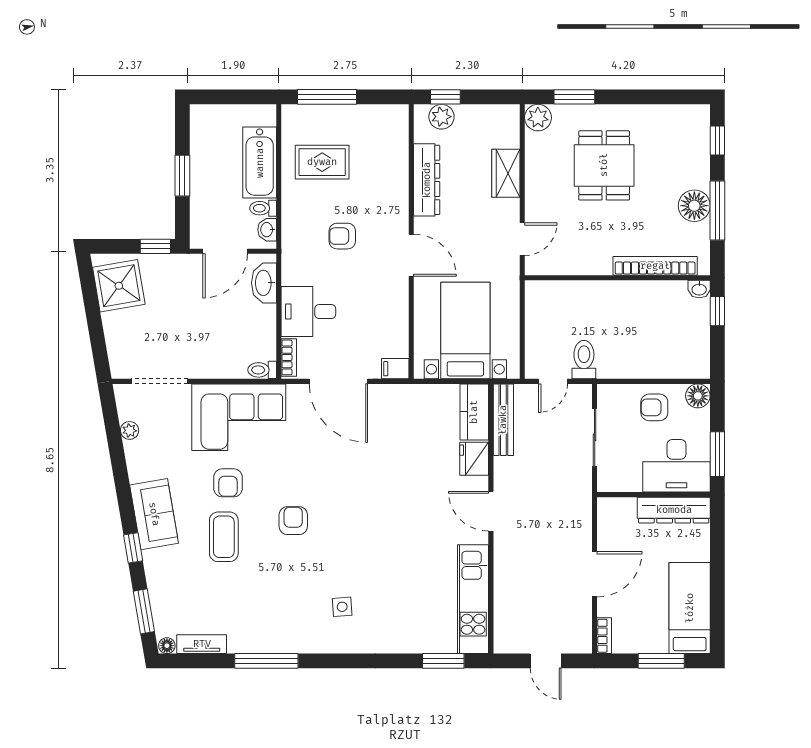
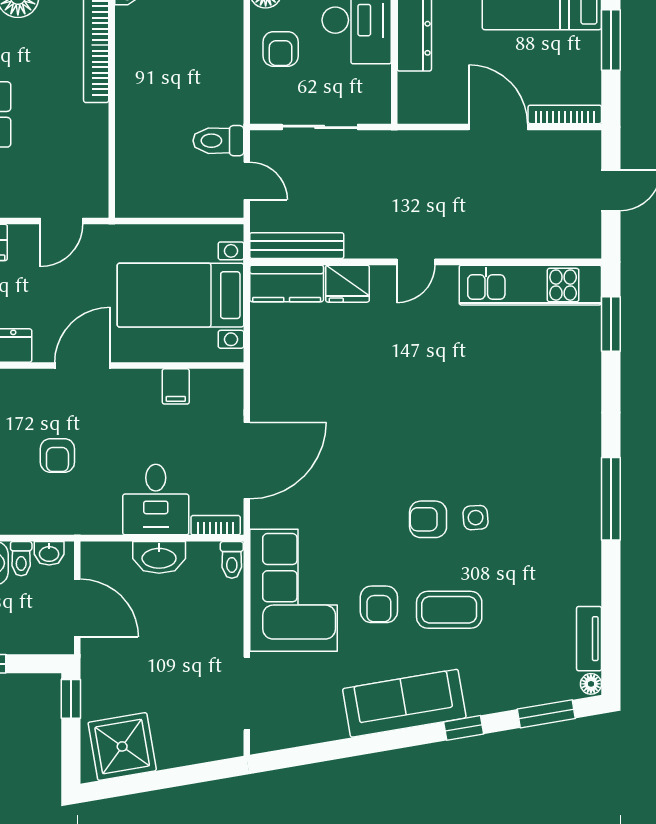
door: (522, 239) -> (61, 221), swing flipped
washbasin: (264, 283) -> (159, 557), moved
filing cabinet: (395, 369) -> (176, 386), moved
plant: (130, 430) -> (311, 733), removed
armchair: (228, 483) -> (379, 604), turned 90
door: (491, 511) -> (416, 262), width x0.73
sofa: (154, 514) -> (404, 703), width x1.36
side table: (342, 607) -> (476, 518), moved
bookcase: (604, 636) -> (565, 114), width x1.56
window: (266, 661) -> (611, 499), moved

